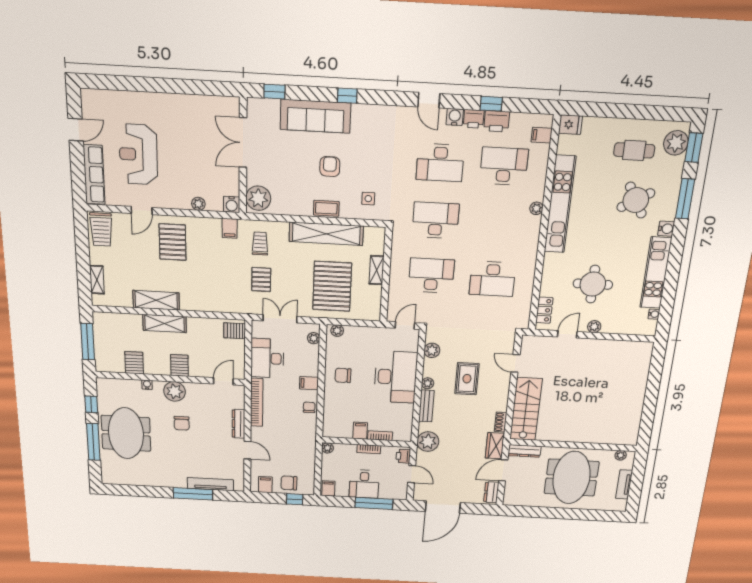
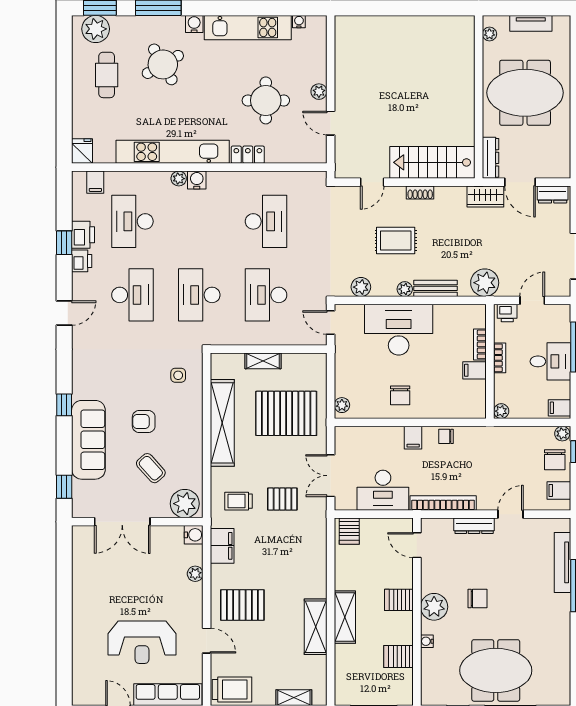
water cooler: (455, 117) -> (197, 180), moved, turned 90
coffee table: (326, 208) -> (151, 468), moved, turned -42
filing cabinet: (230, 228) -> (222, 546), width x2.00
locker: (544, 310) -> (248, 155), moved
plant: (314, 338) -> (562, 434), moved
shoe rack: (501, 422) -> (420, 193), moved

